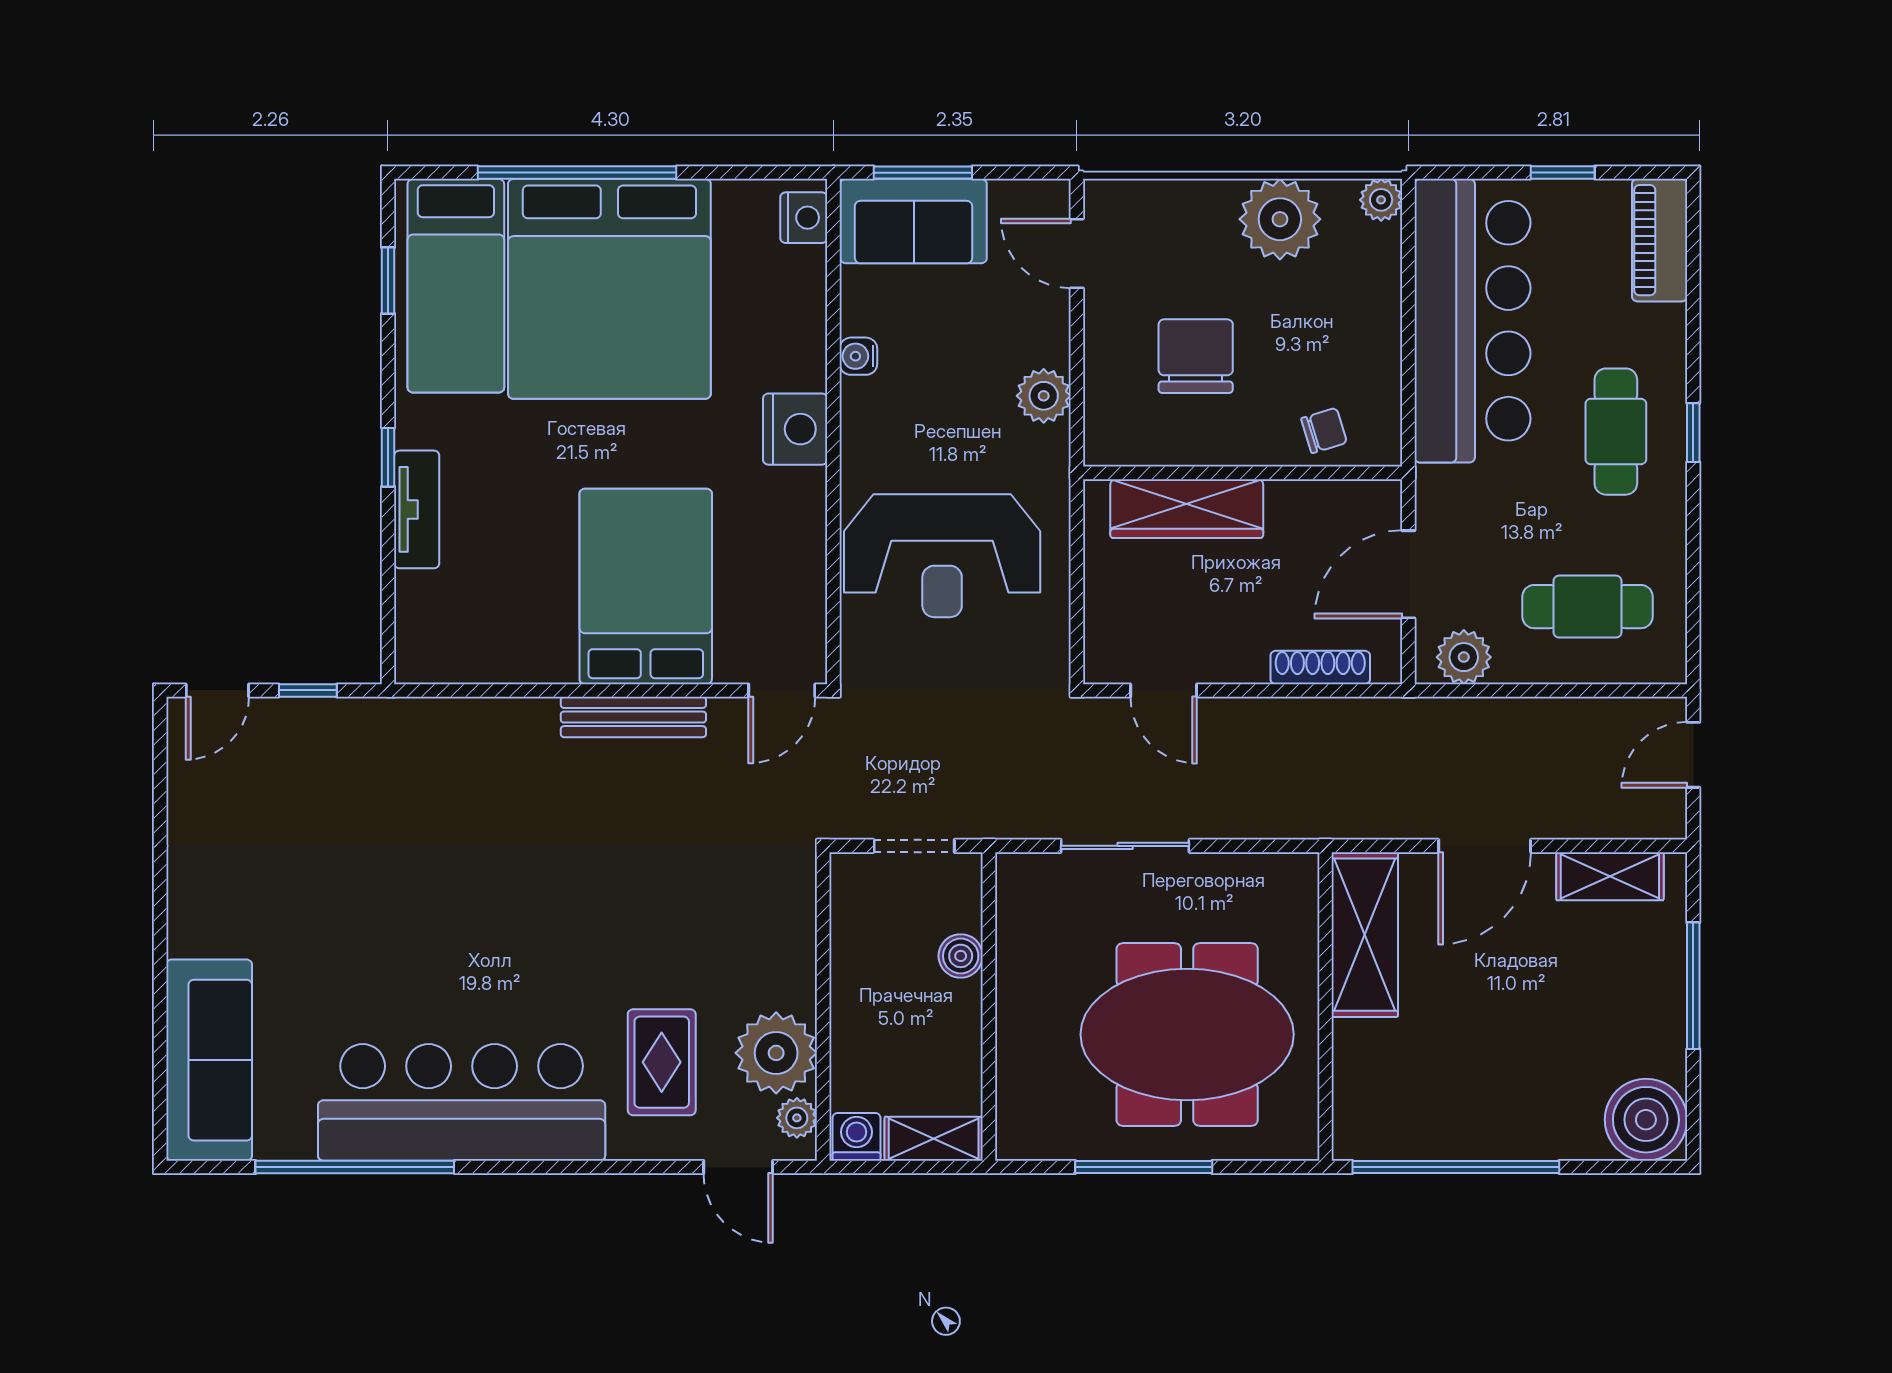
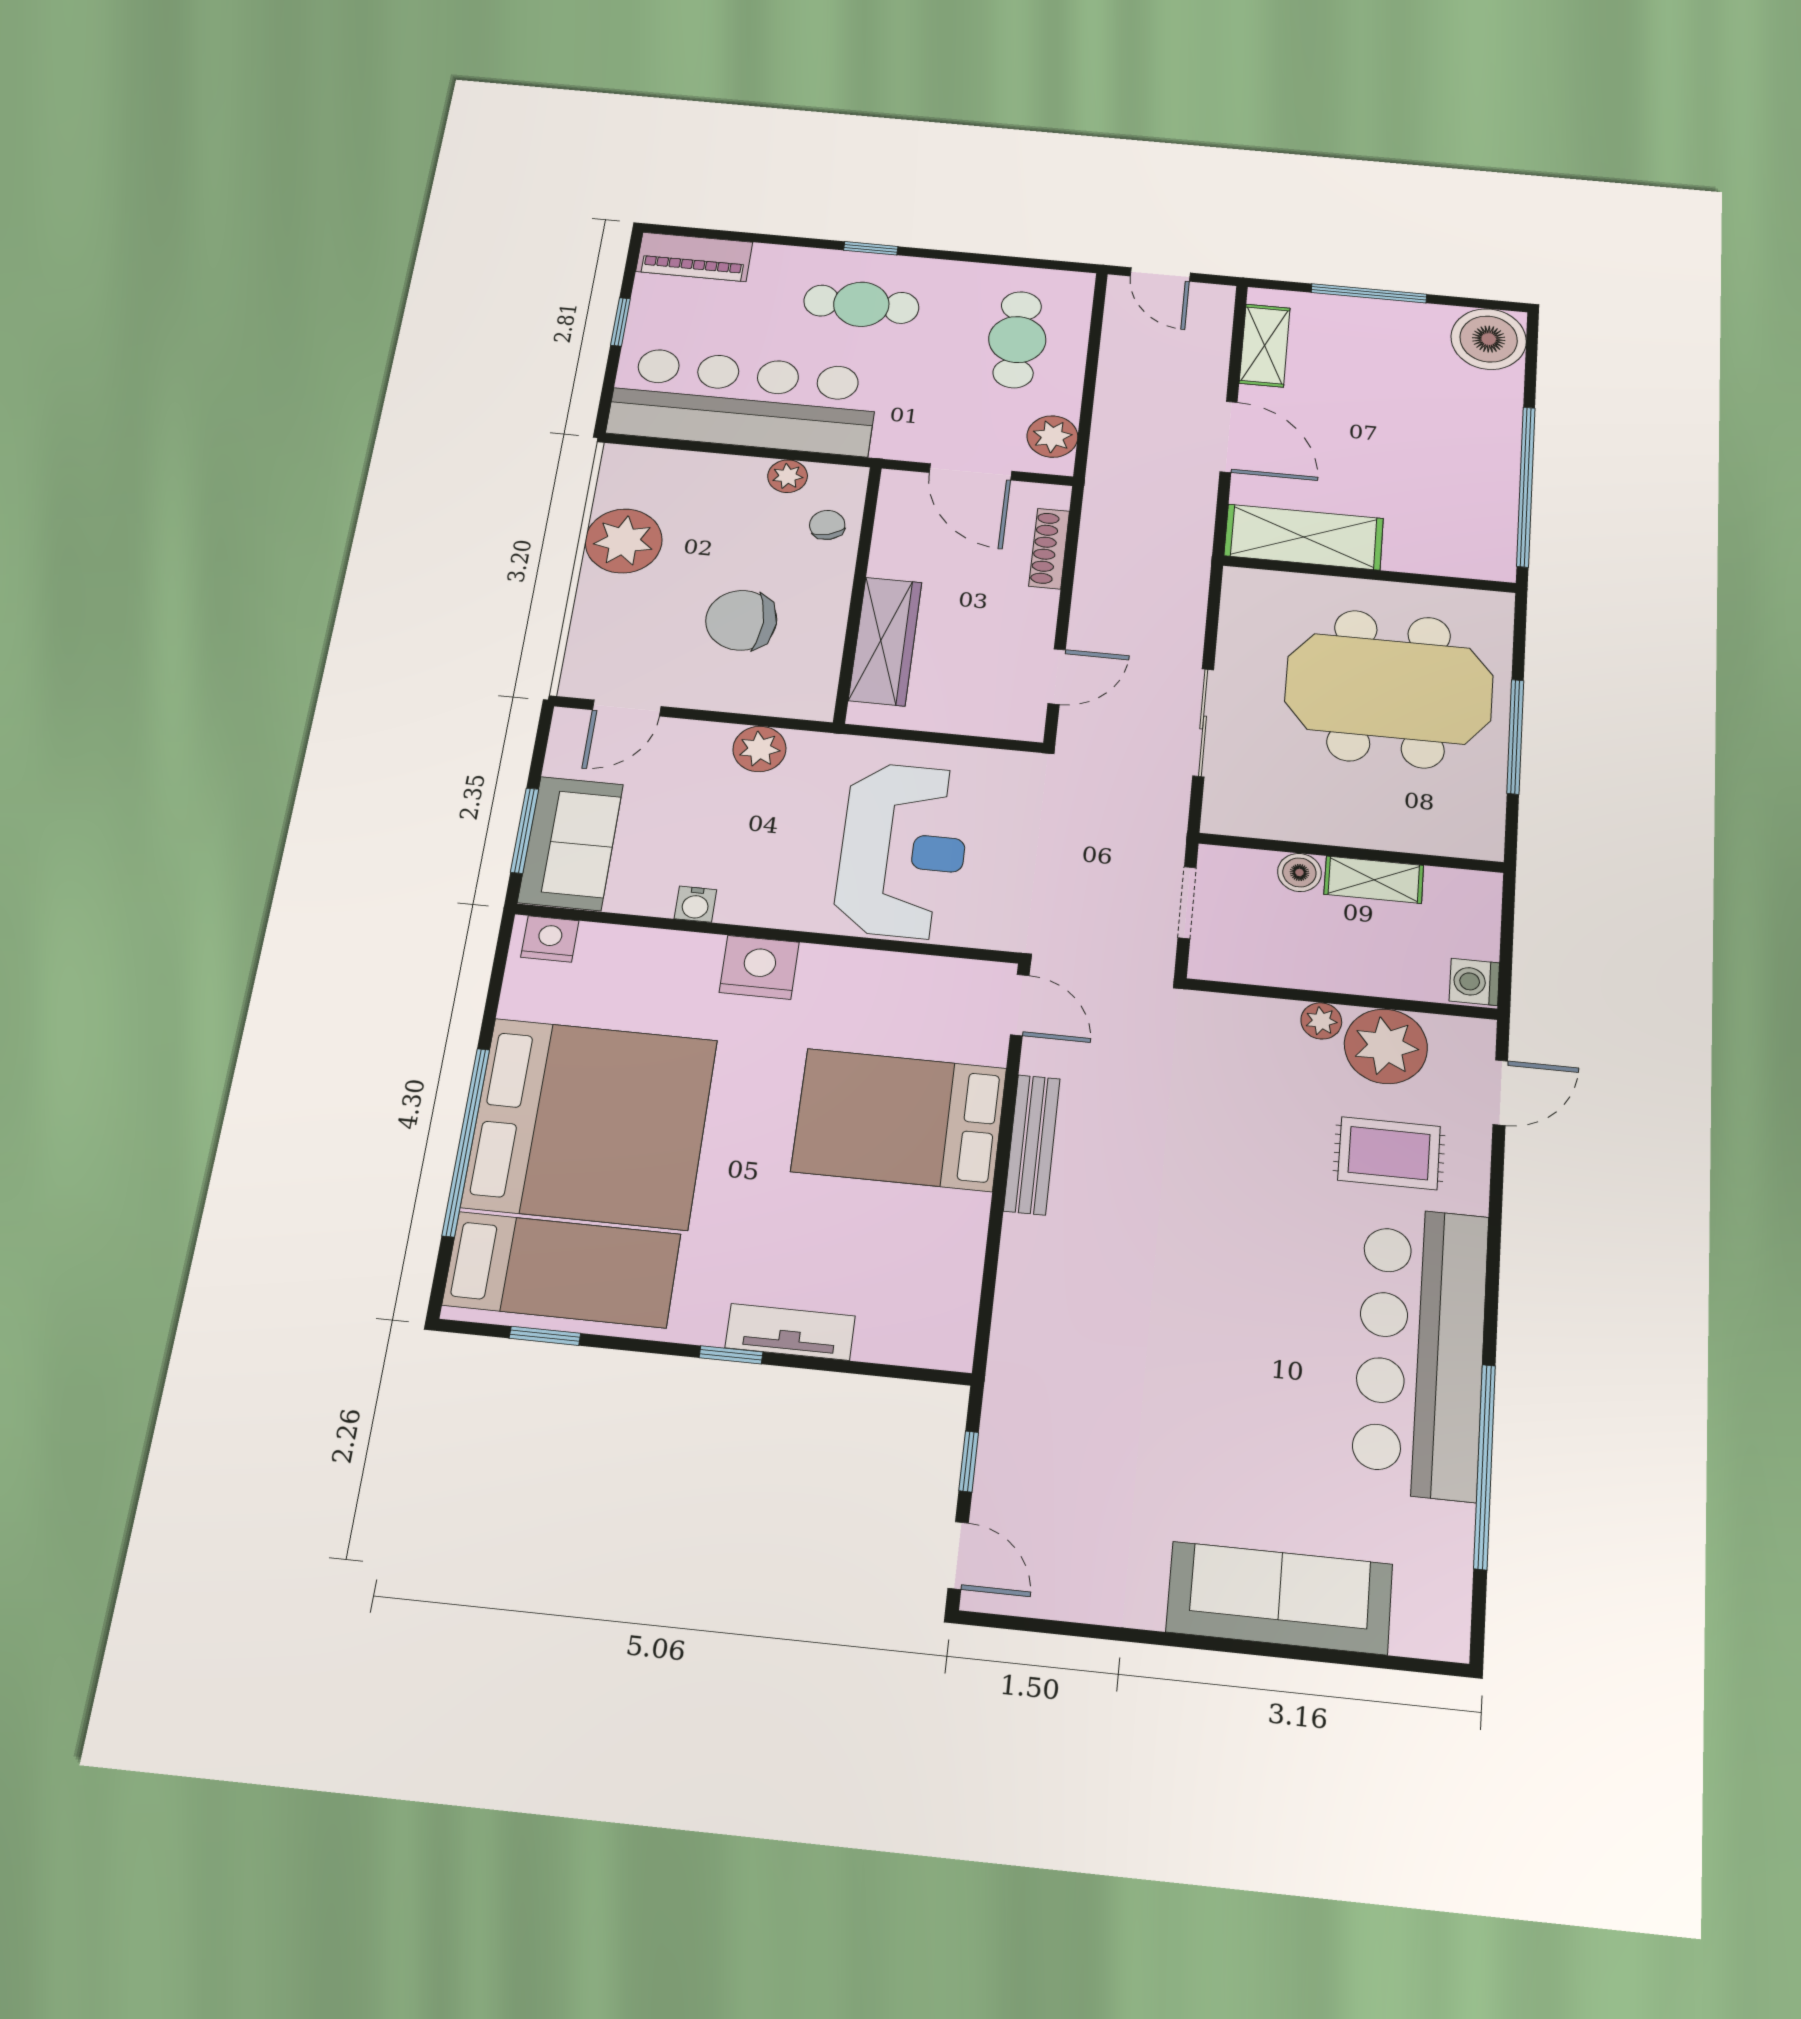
plant: (1381, 200) -> (788, 476), moved
meeting table: (1187, 1034) -> (1389, 689), turned 90
sofa: (209, 1060) -> (1280, 1598), moved
plant: (797, 1118) -> (1321, 1021), moved
shelving: (934, 1139) -> (1374, 880), moved, turned 90

